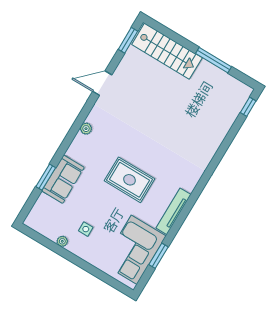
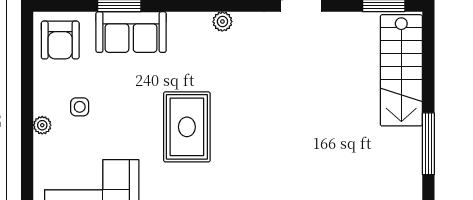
armchair: (45, 218) -> (60, 40), added
plant: (62, 241) -> (42, 125), moved

